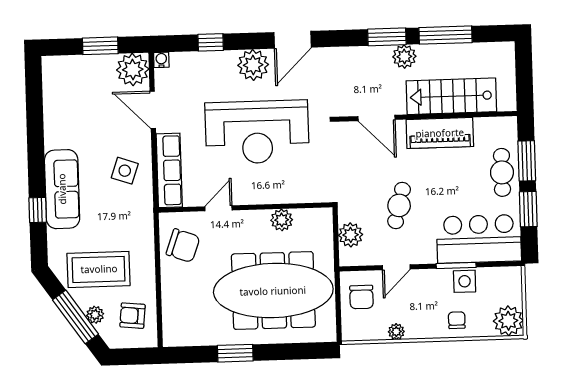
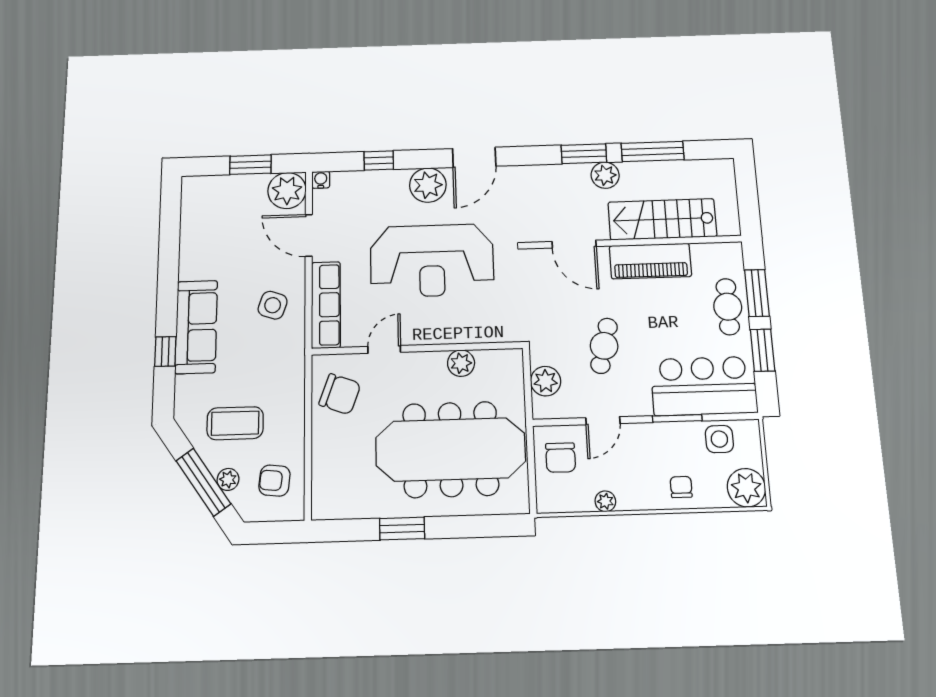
coffee table: (99, 269) -> (235, 423), width x0.73, depth x0.76
side table: (465, 281) -> (719, 439), moved

